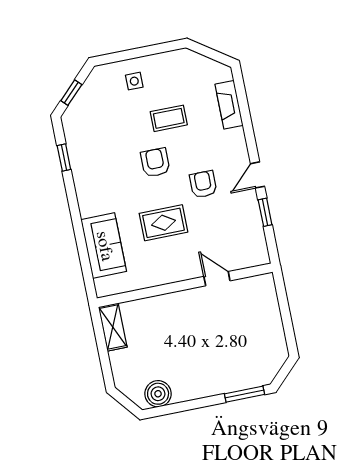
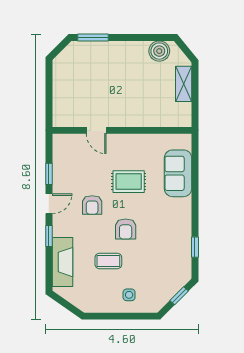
fireplace: (229, 105) -> (62, 262), width x1.37, depth x1.32
window: (249, 135) -> (49, 236), added
shelving: (113, 327) -> (184, 84), moved

